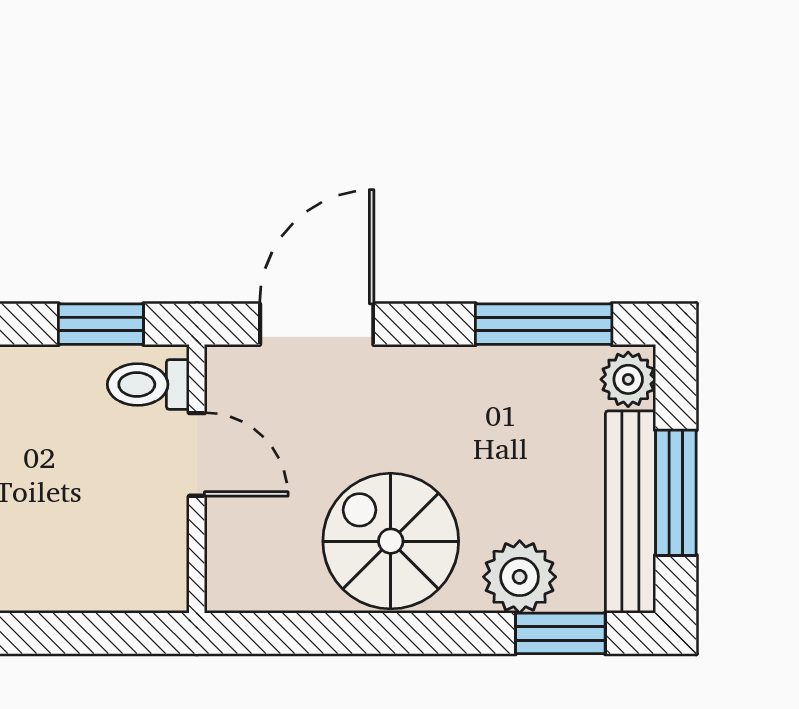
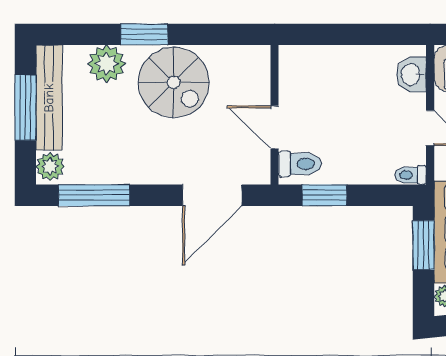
window: (560, 633) -> (144, 34), moved

